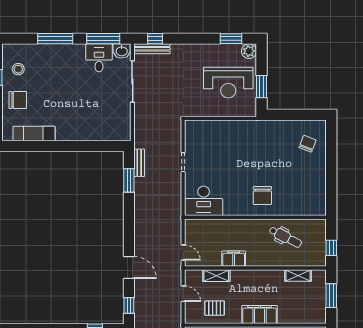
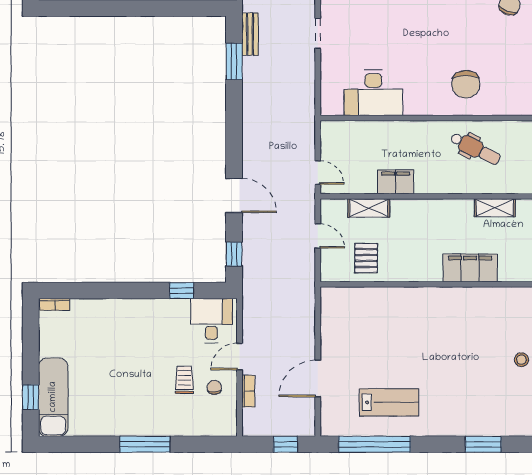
chair: (262, 196) -> (466, 84), moved
desk: (204, 201) -> (373, 93), moved
pallet: (215, 308) -> (366, 258), turned 90
filing cabinet: (260, 314) -> (470, 268), moved

